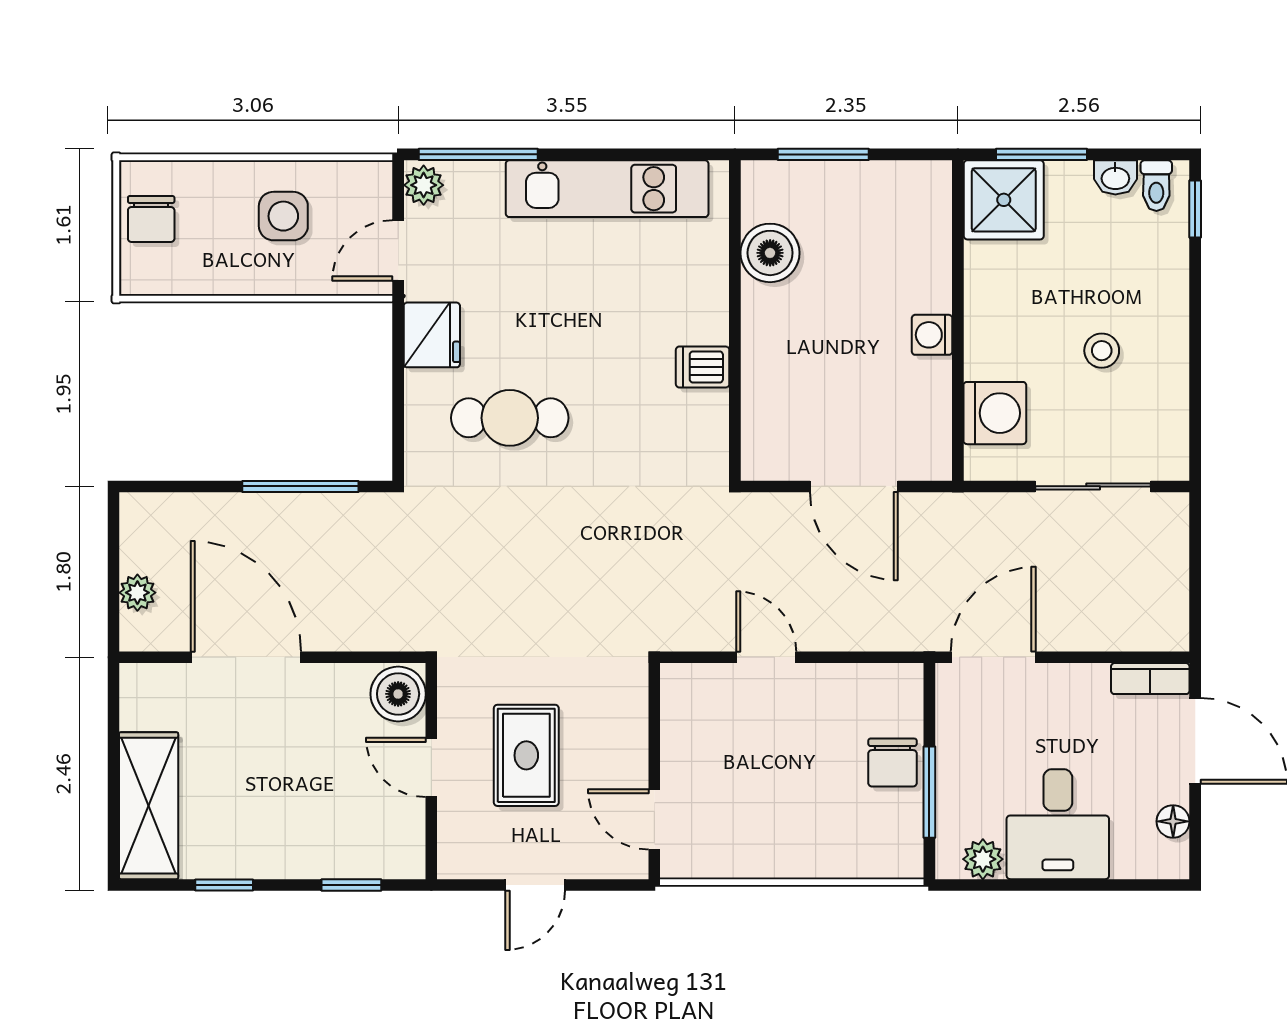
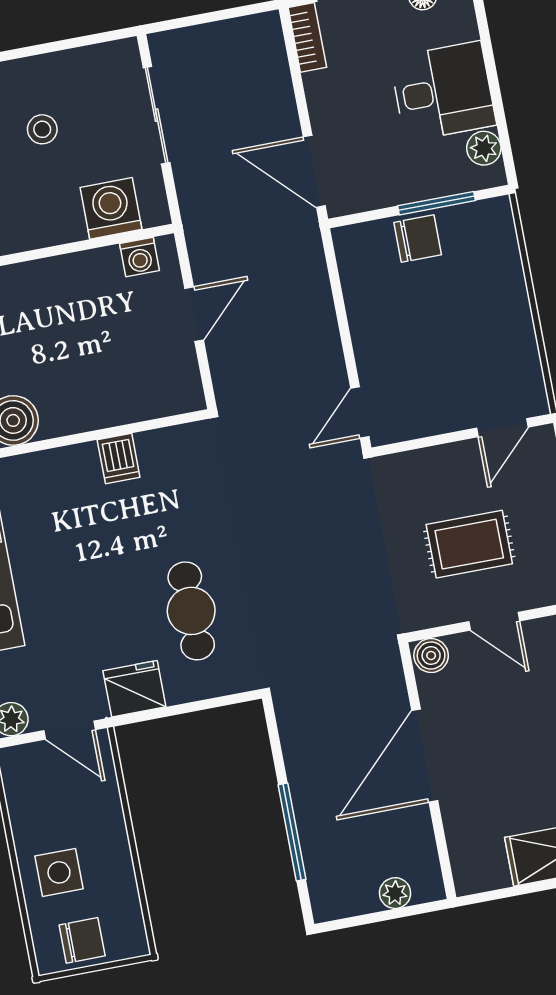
side table: (283, 216) -> (59, 872), moved
washing machine: (932, 335) -> (140, 257), moved
window: (300, 486) -> (292, 832), moved
door: (854, 486) -> (194, 314), width x0.73
door: (246, 657) -> (425, 756), moved
door: (766, 657) -> (360, 413), moved
boiler: (398, 694) -> (431, 655), width x0.73, depth x0.73
door: (431, 767) -> (494, 621), hinge flipped

